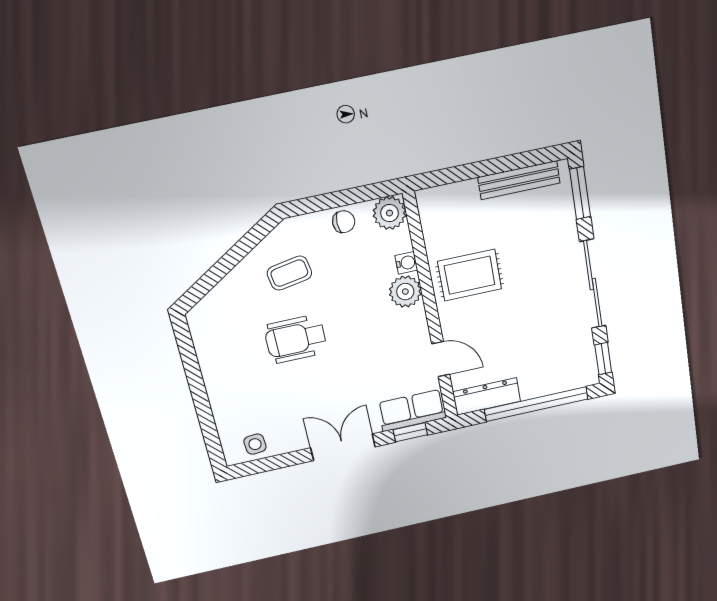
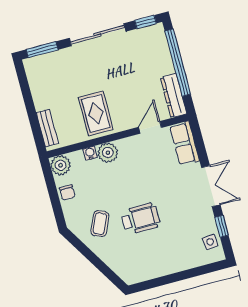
bench: (519, 180) -> (47, 128), moved, width x0.73
chair: (344, 222) -> (67, 192), turned 180
coffee table: (289, 273) -> (100, 224), turned 34
wheelchair: (296, 339) -> (141, 219), turned -90
window: (410, 432) -> (222, 226), moved
double door: (343, 447) -> (211, 186), swing flipped

